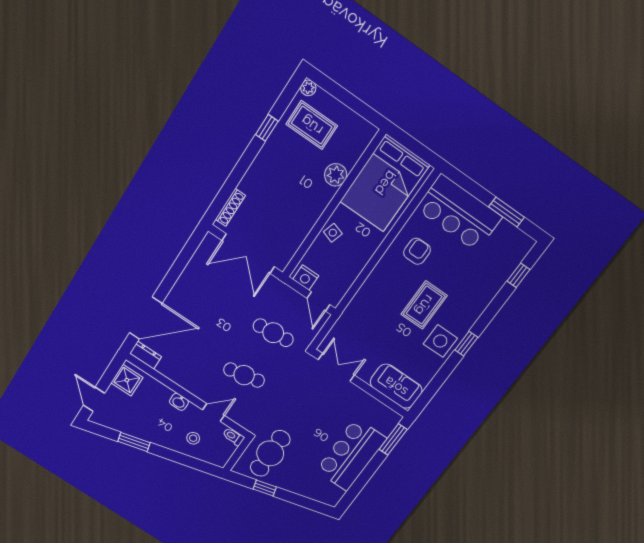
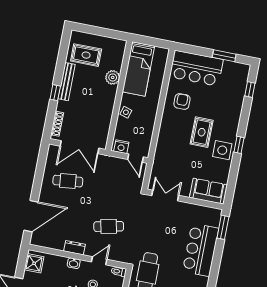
plant: (308, 88) -> (75, 35), removed
window: (267, 128) -> (55, 93), moved
bench: (268, 152) -> (66, 82), added
bed: (385, 183) -> (138, 69), width x0.67
cafe table: (273, 333) -> (68, 181), moved
dresser: (146, 355) -> (75, 248), moved

